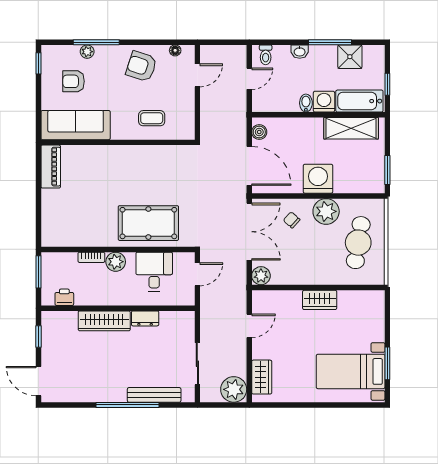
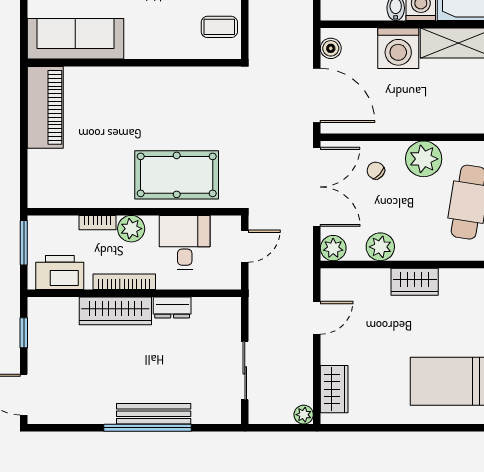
coffee table: (152, 118) -> (219, 27), moved
piano: (51, 167) -> (45, 107), width x1.37, depth x1.33
washing machine: (318, 179) -> (398, 48), moved, turned 180
plant: (295, 275) -> (380, 247), added
printer: (64, 297) -> (60, 273), width x1.87, depth x1.48
bookcase: (111, 300) -> (124, 282), added
plant: (234, 389) -> (304, 415), width x0.53, depth x0.53
bench: (154, 395) -> (154, 414), moved

